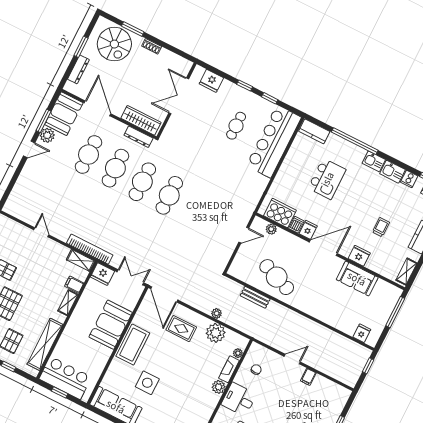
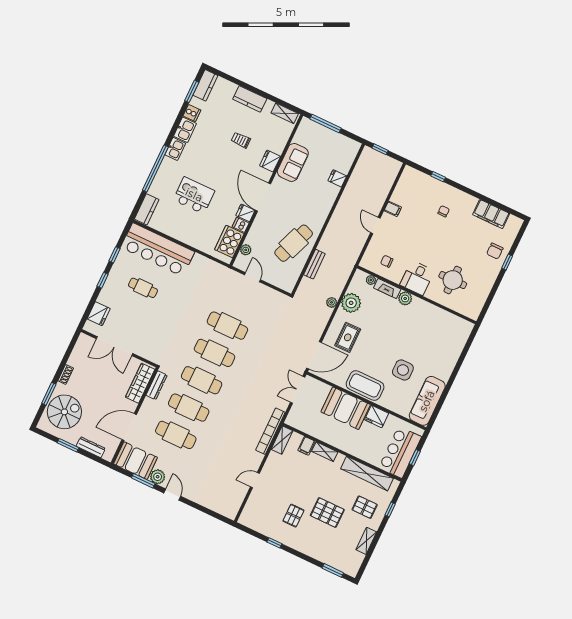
cafe table: (196, 209) -> (227, 326), added
fridge: (102, 274) -> (377, 416), moved, turned 90
fridge: (362, 333) -> (337, 178), moved

